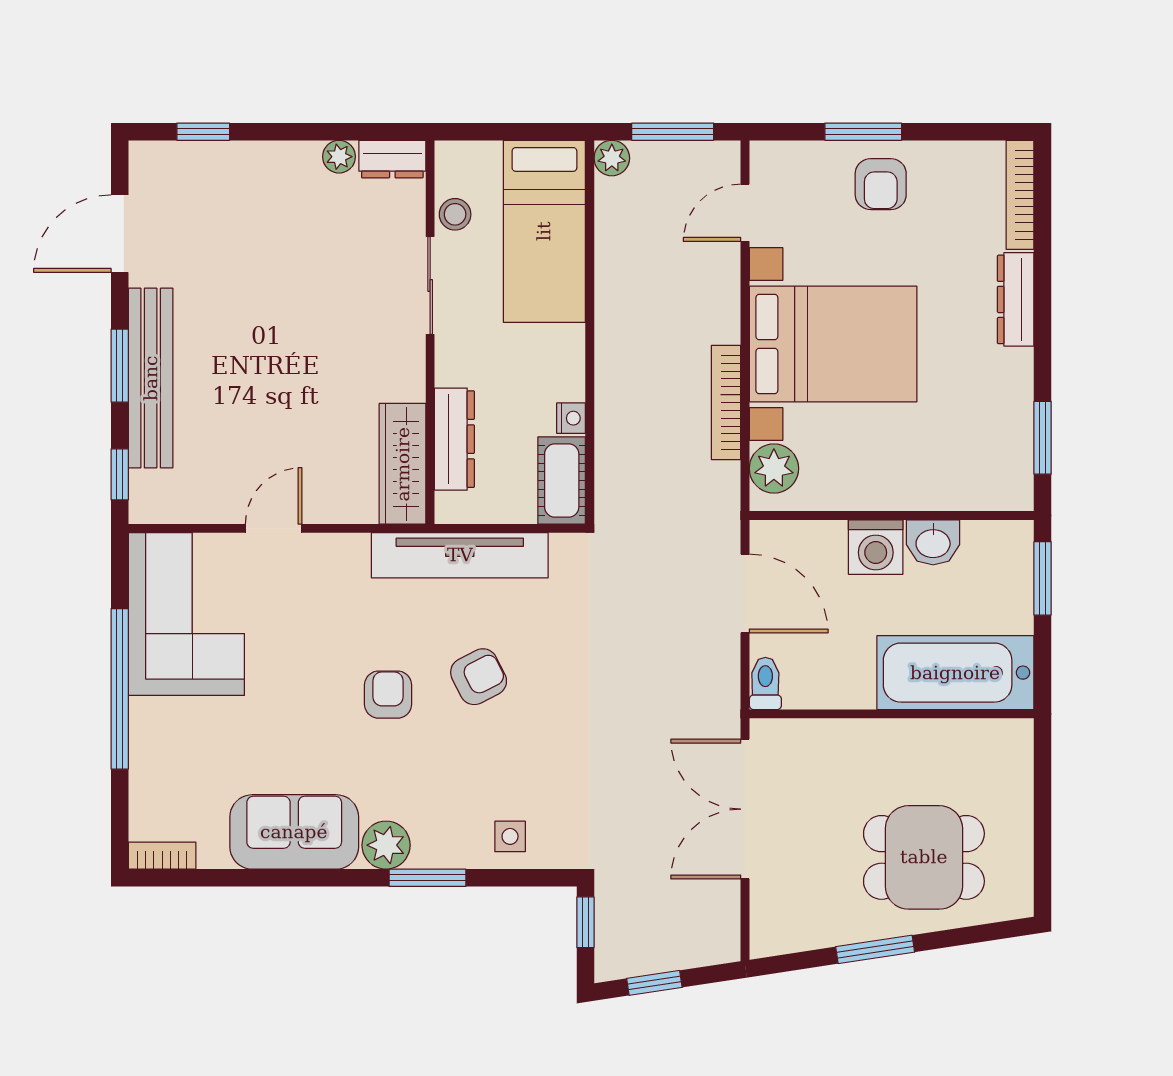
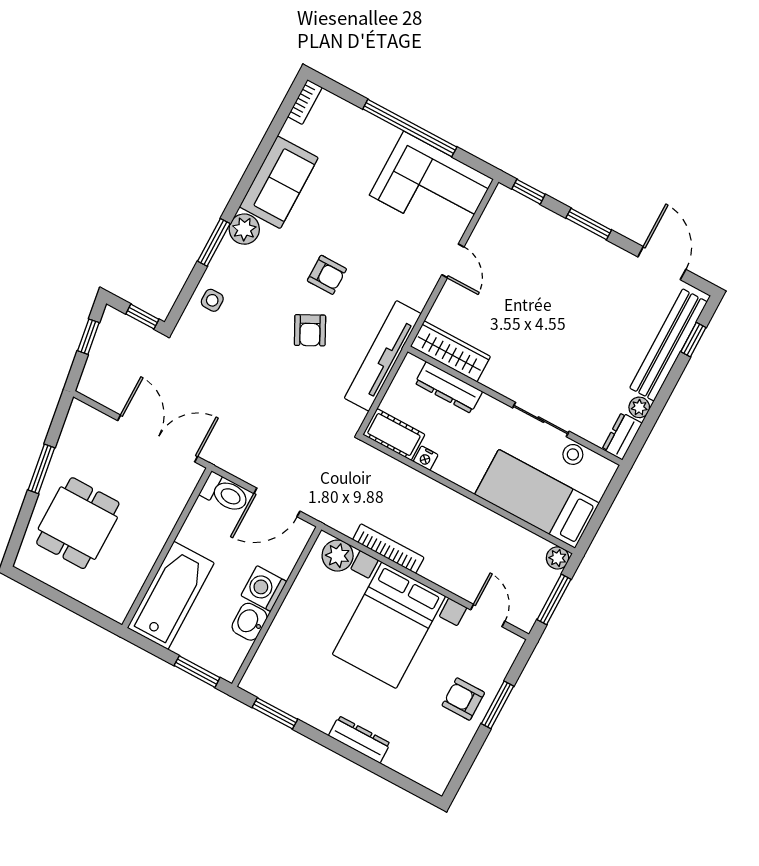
bookcase: (1020, 195) -> (416, 773), removed
bench: (151, 378) -> (668, 345), moved, turned 90
toilet: (765, 683) -> (225, 493), width x1.37, depth x1.39

